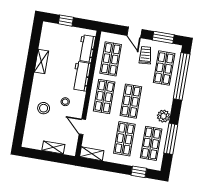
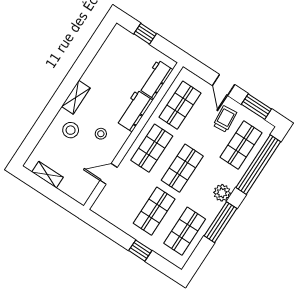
shelving: (41, 61) -> (76, 97), moved
plant: (163, 116) -> (222, 193), moved
door: (82, 127) -> (109, 174), hinge flipped
window: (171, 139) -> (221, 222), moved
shelving: (53, 147) -> (47, 175), moved
shelving: (92, 154) -> (106, 212), removed
window: (139, 172) -> (140, 251), moved

